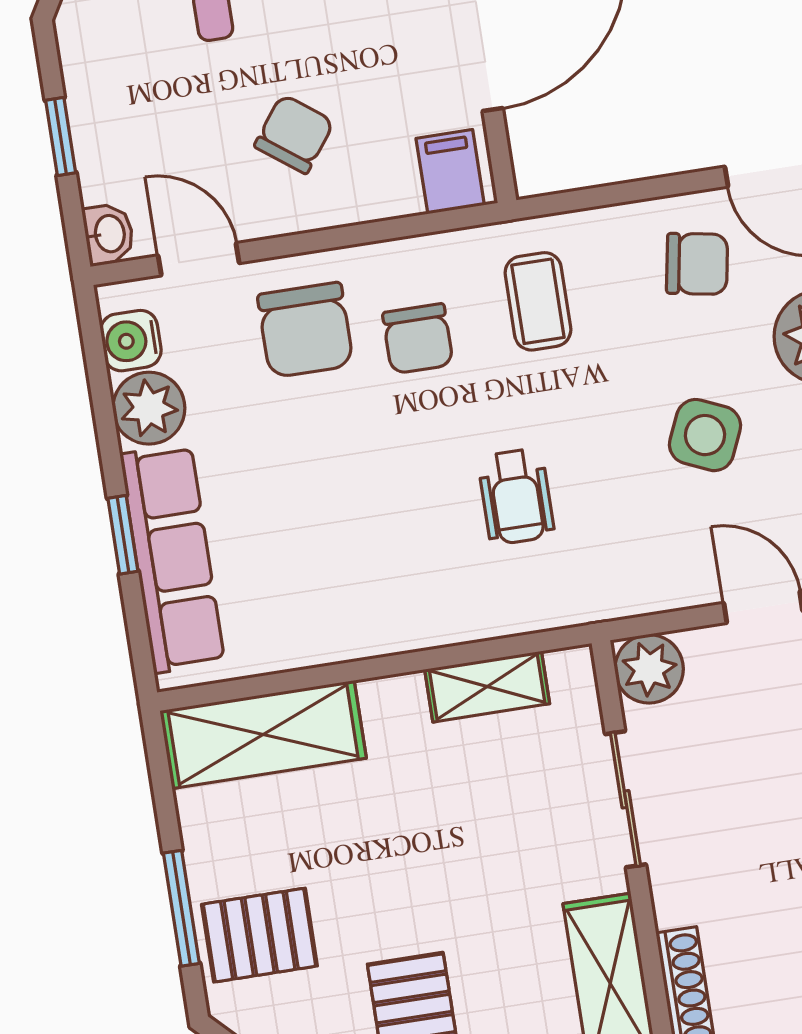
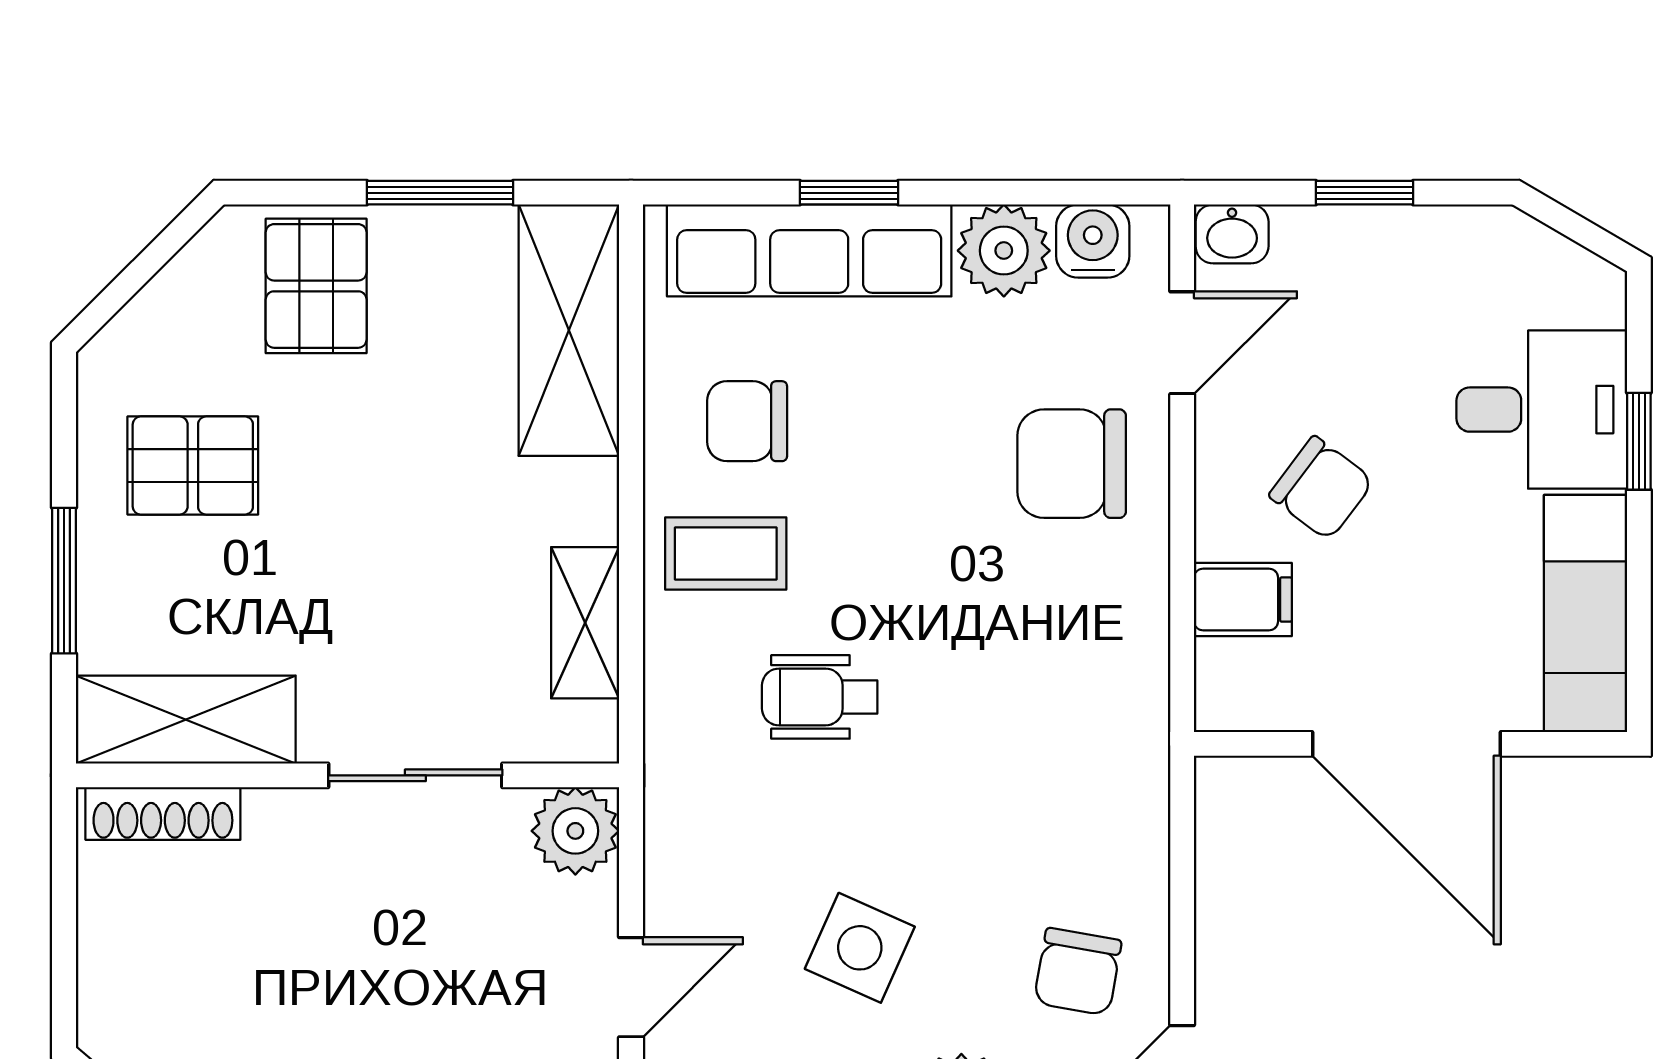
filing cabinet: (450, 172) -> (1243, 600), moved
coffee table: (538, 301) -> (726, 554), moved
chair: (418, 339) -> (747, 421), moved
window: (181, 908) -> (440, 193), moved

